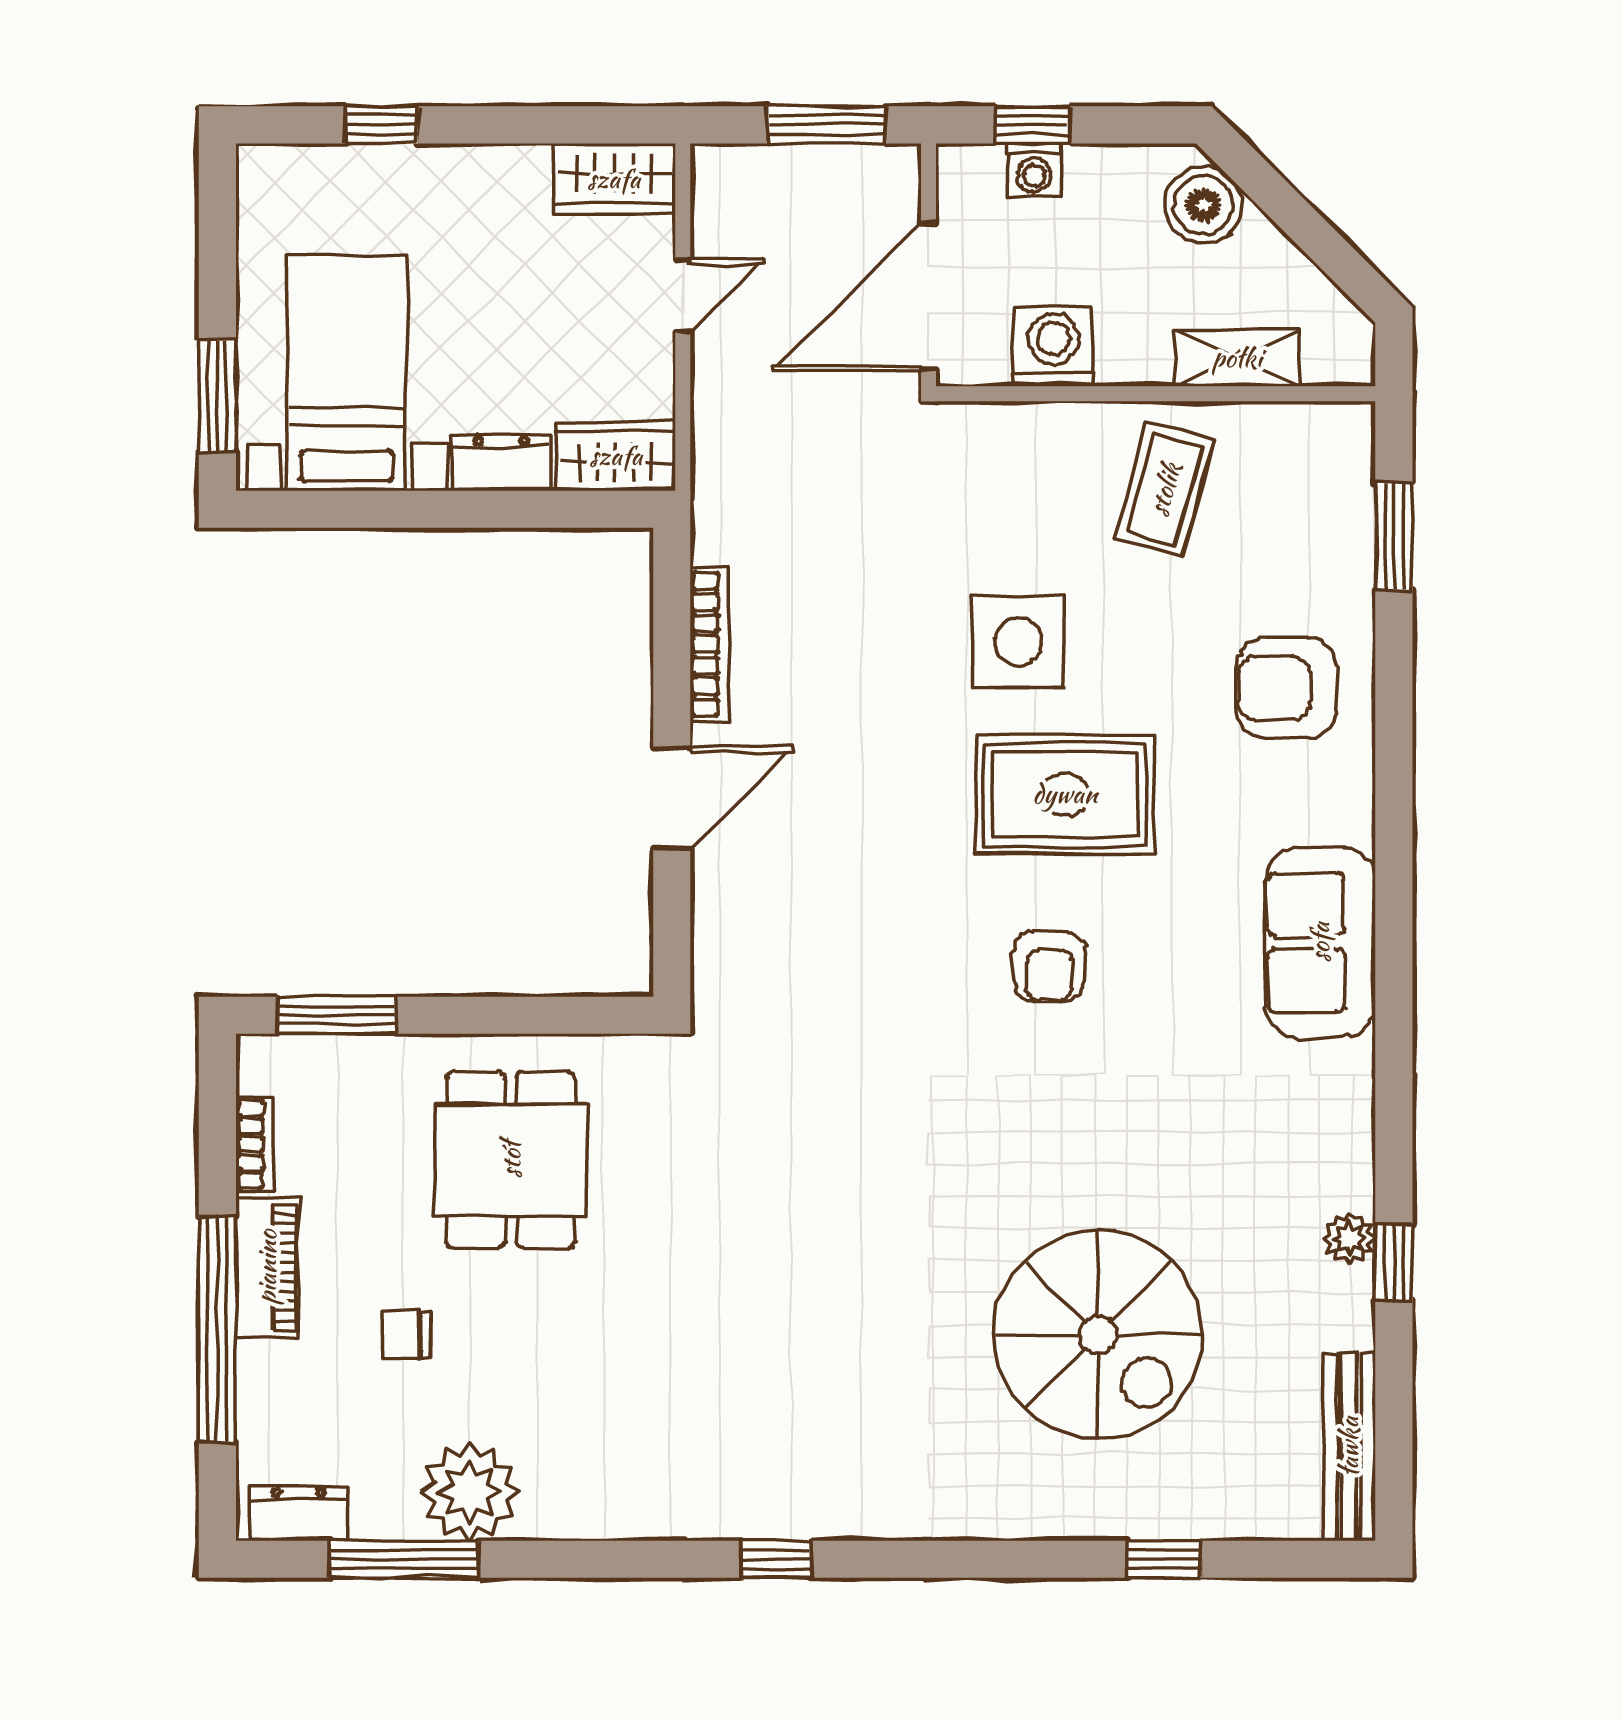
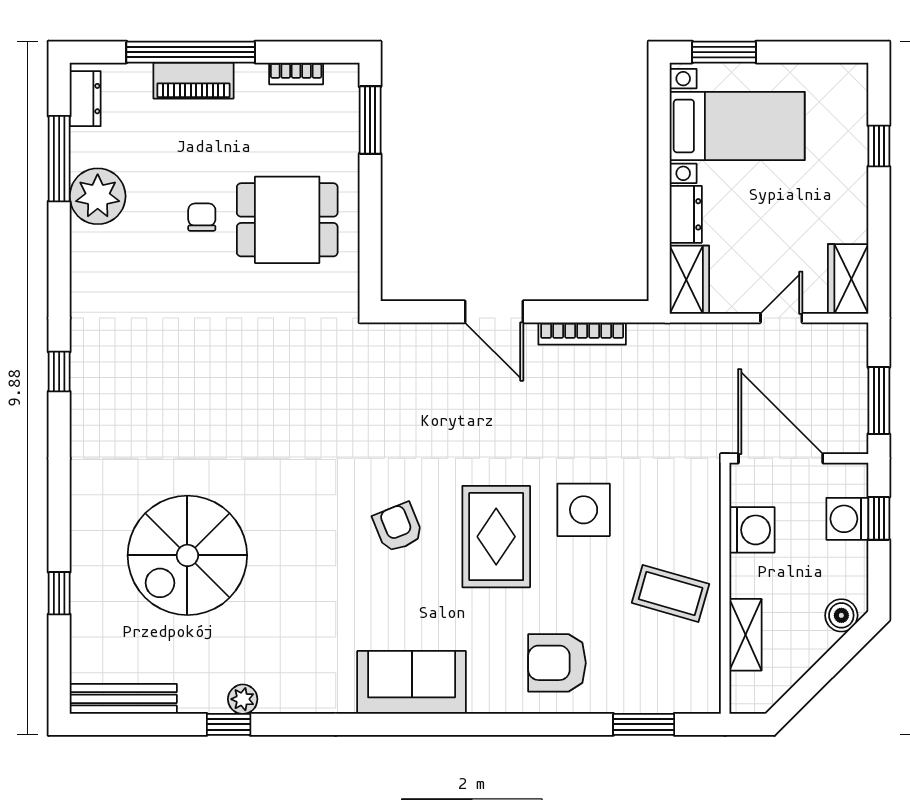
washing machine: (1034, 170) -> (847, 519), width x1.38, depth x1.38
boiler: (1203, 205) -> (841, 615), width x0.73, depth x0.73
door: (683, 296) -> (781, 318), swing flipped
armchair: (1286, 688) -> (557, 663), turned -90
armchair: (1049, 966) -> (398, 527), turned 68
piano: (267, 1267) -> (193, 81), moved
chair: (407, 1334) -> (202, 217), moved

